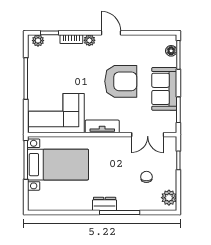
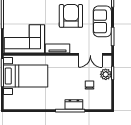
armchair: (121, 81) -> (71, 16), turned -90
plant: (169, 198) -> (106, 74), moved
dresser: (105, 204) -> (74, 104), moved

